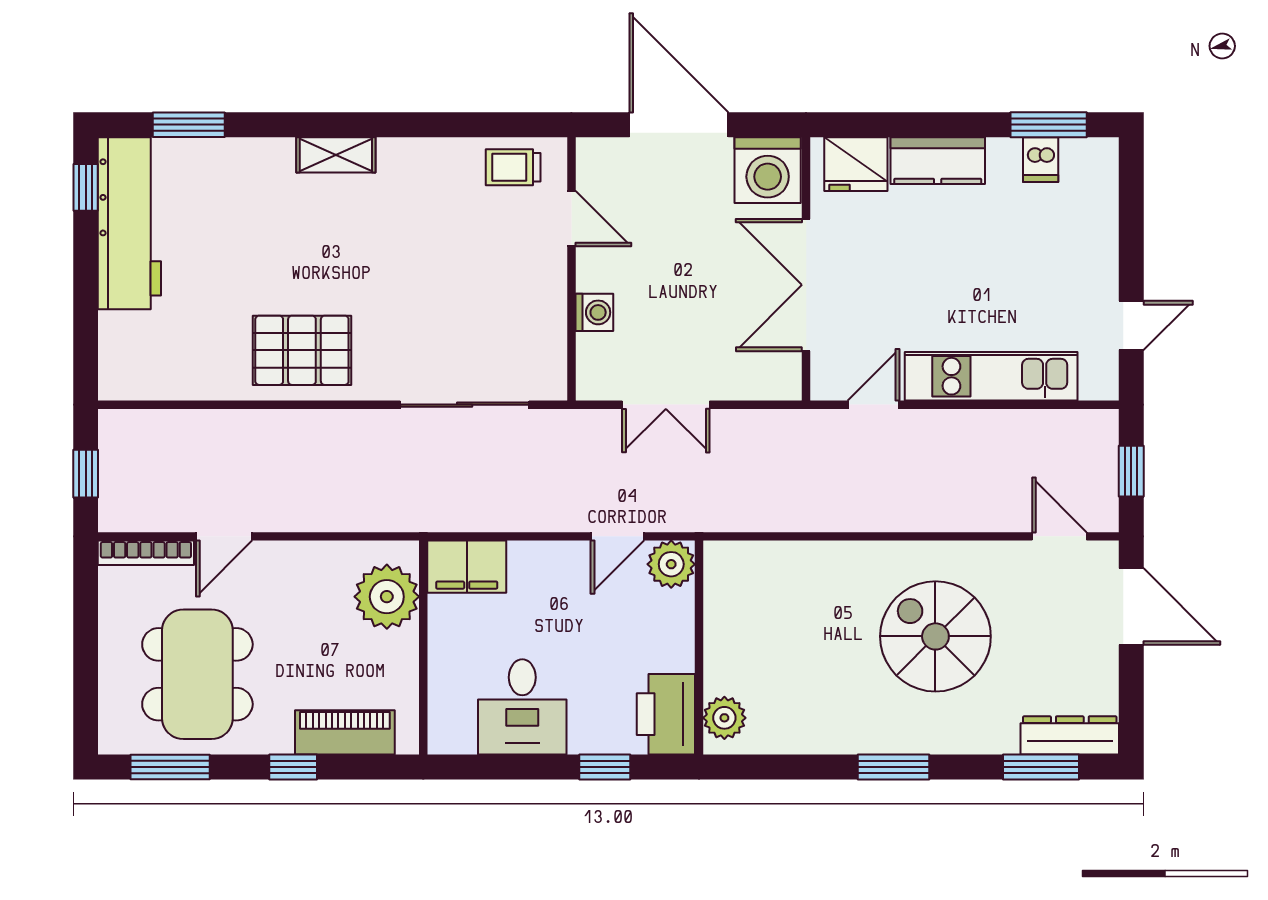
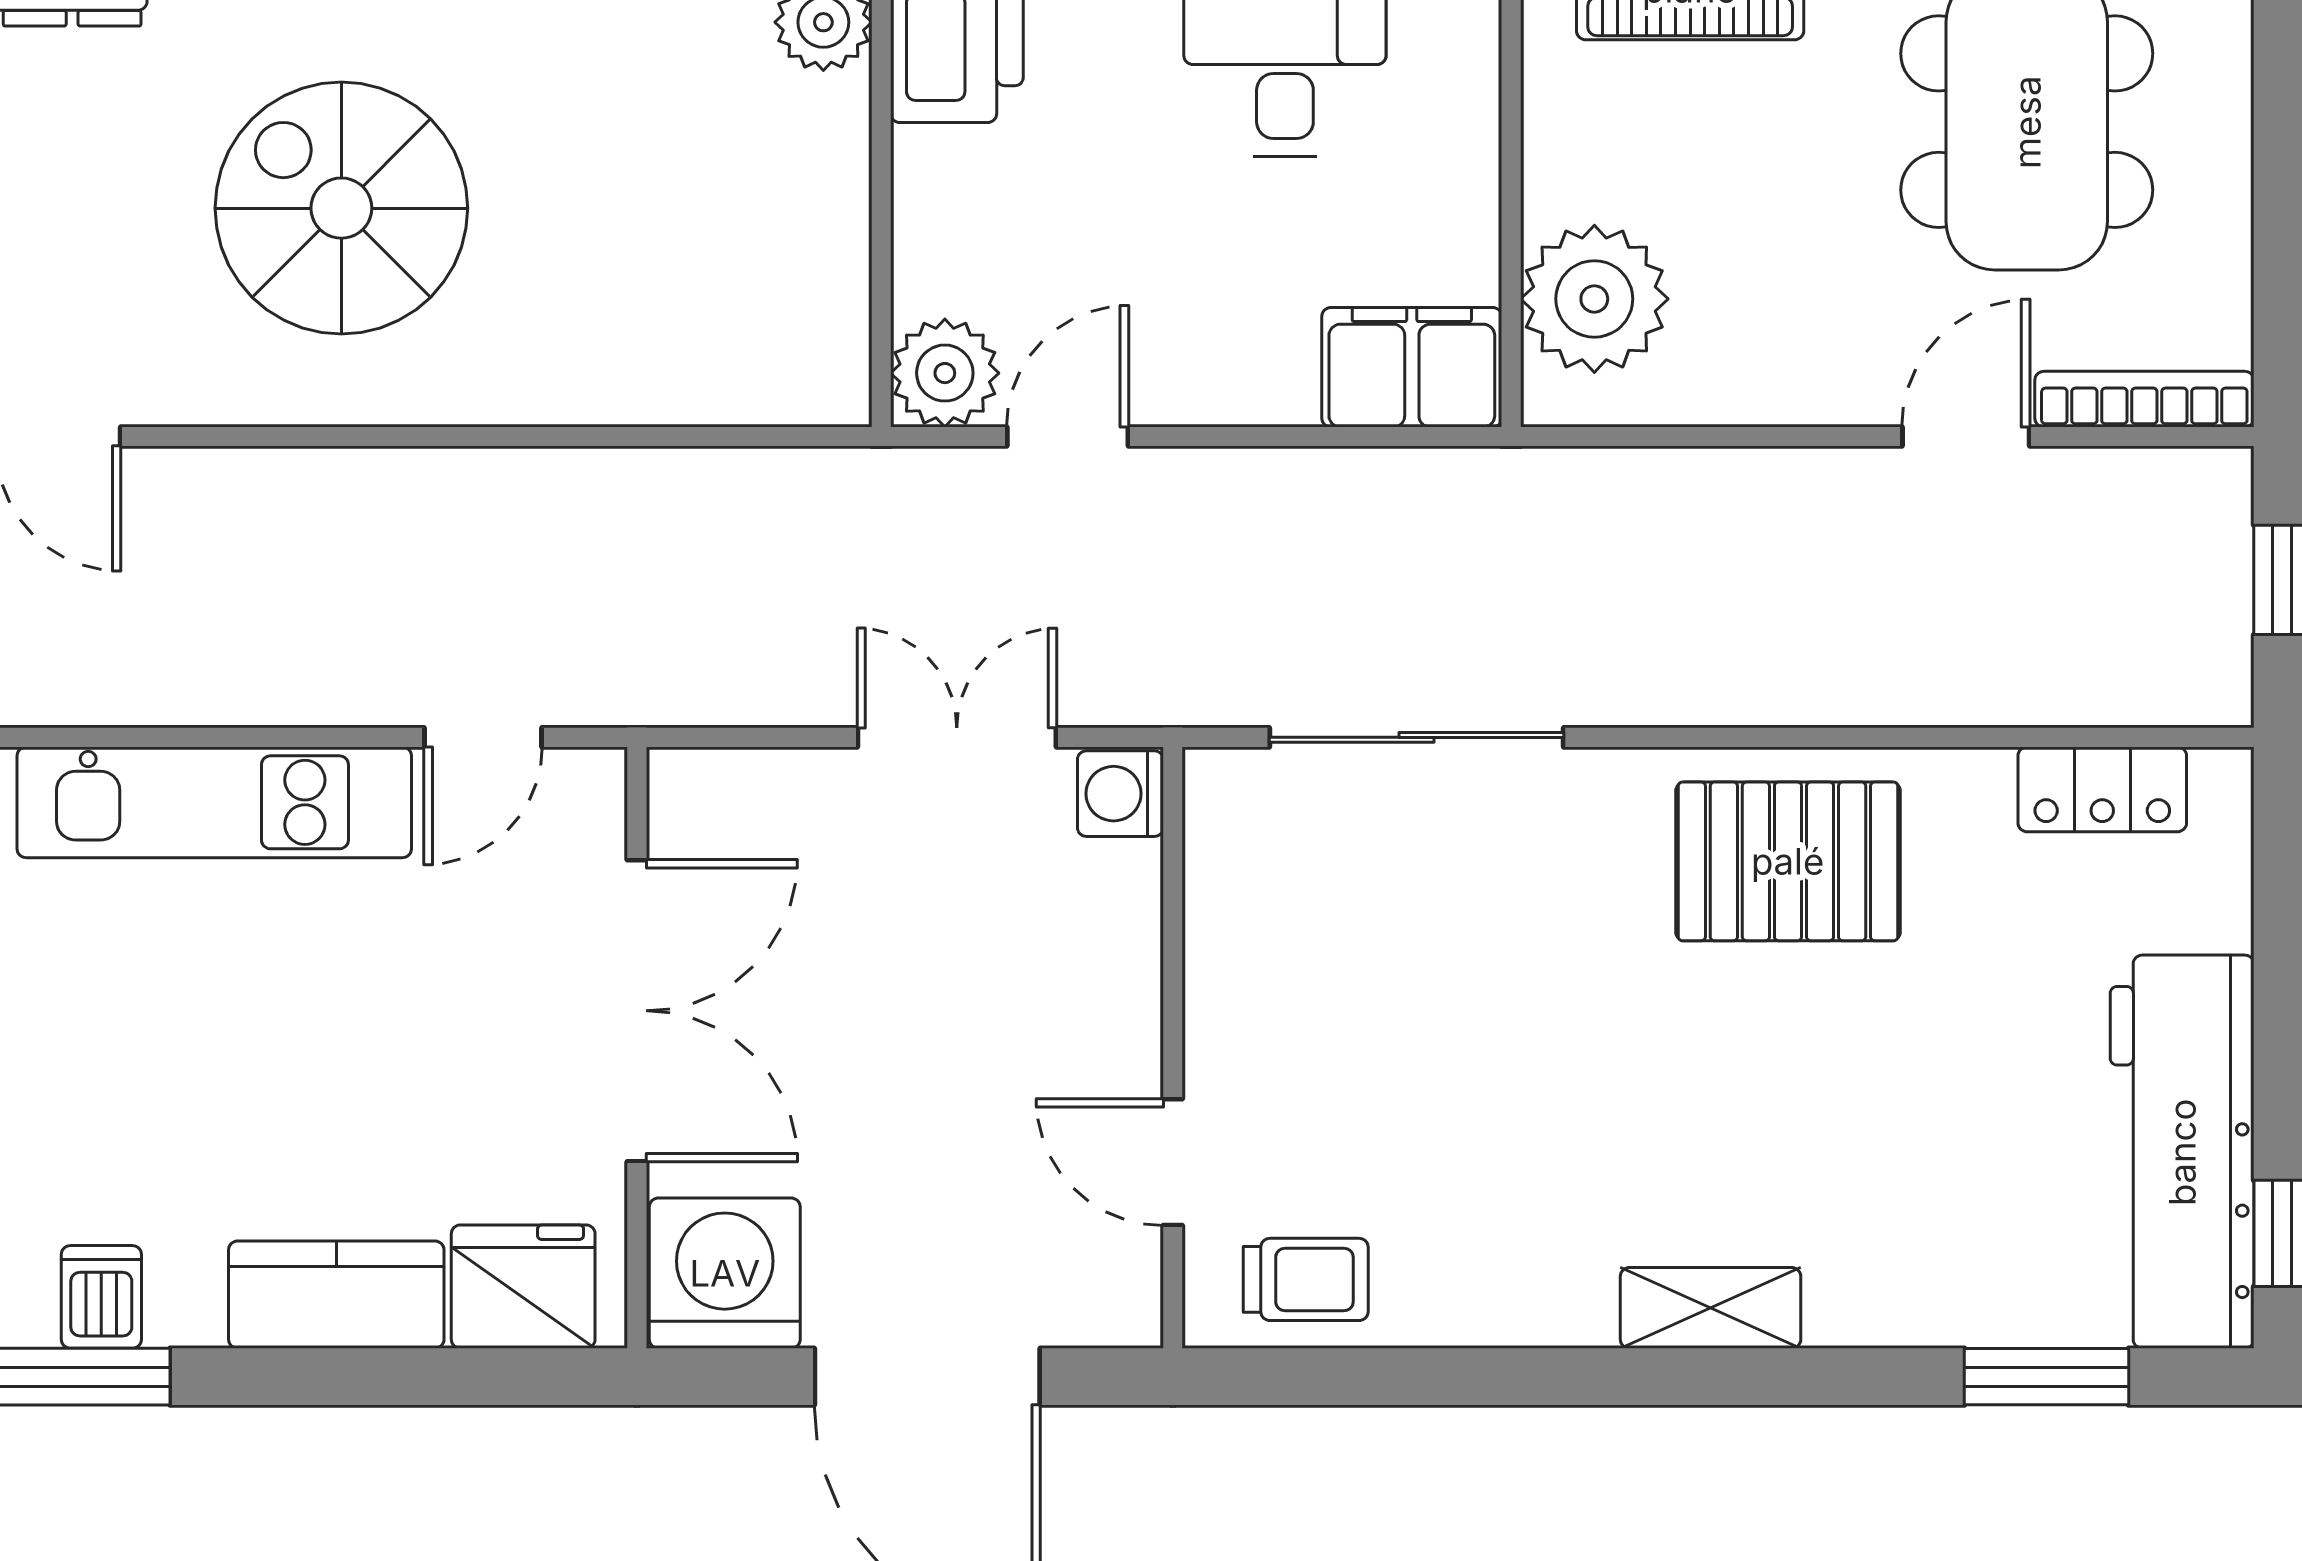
washing machine: (594, 312) -> (1120, 794), moved
locker: (164, 382) -> (2102, 789), added
spiral stairs: (935, 636) -> (341, 208), turned 180

